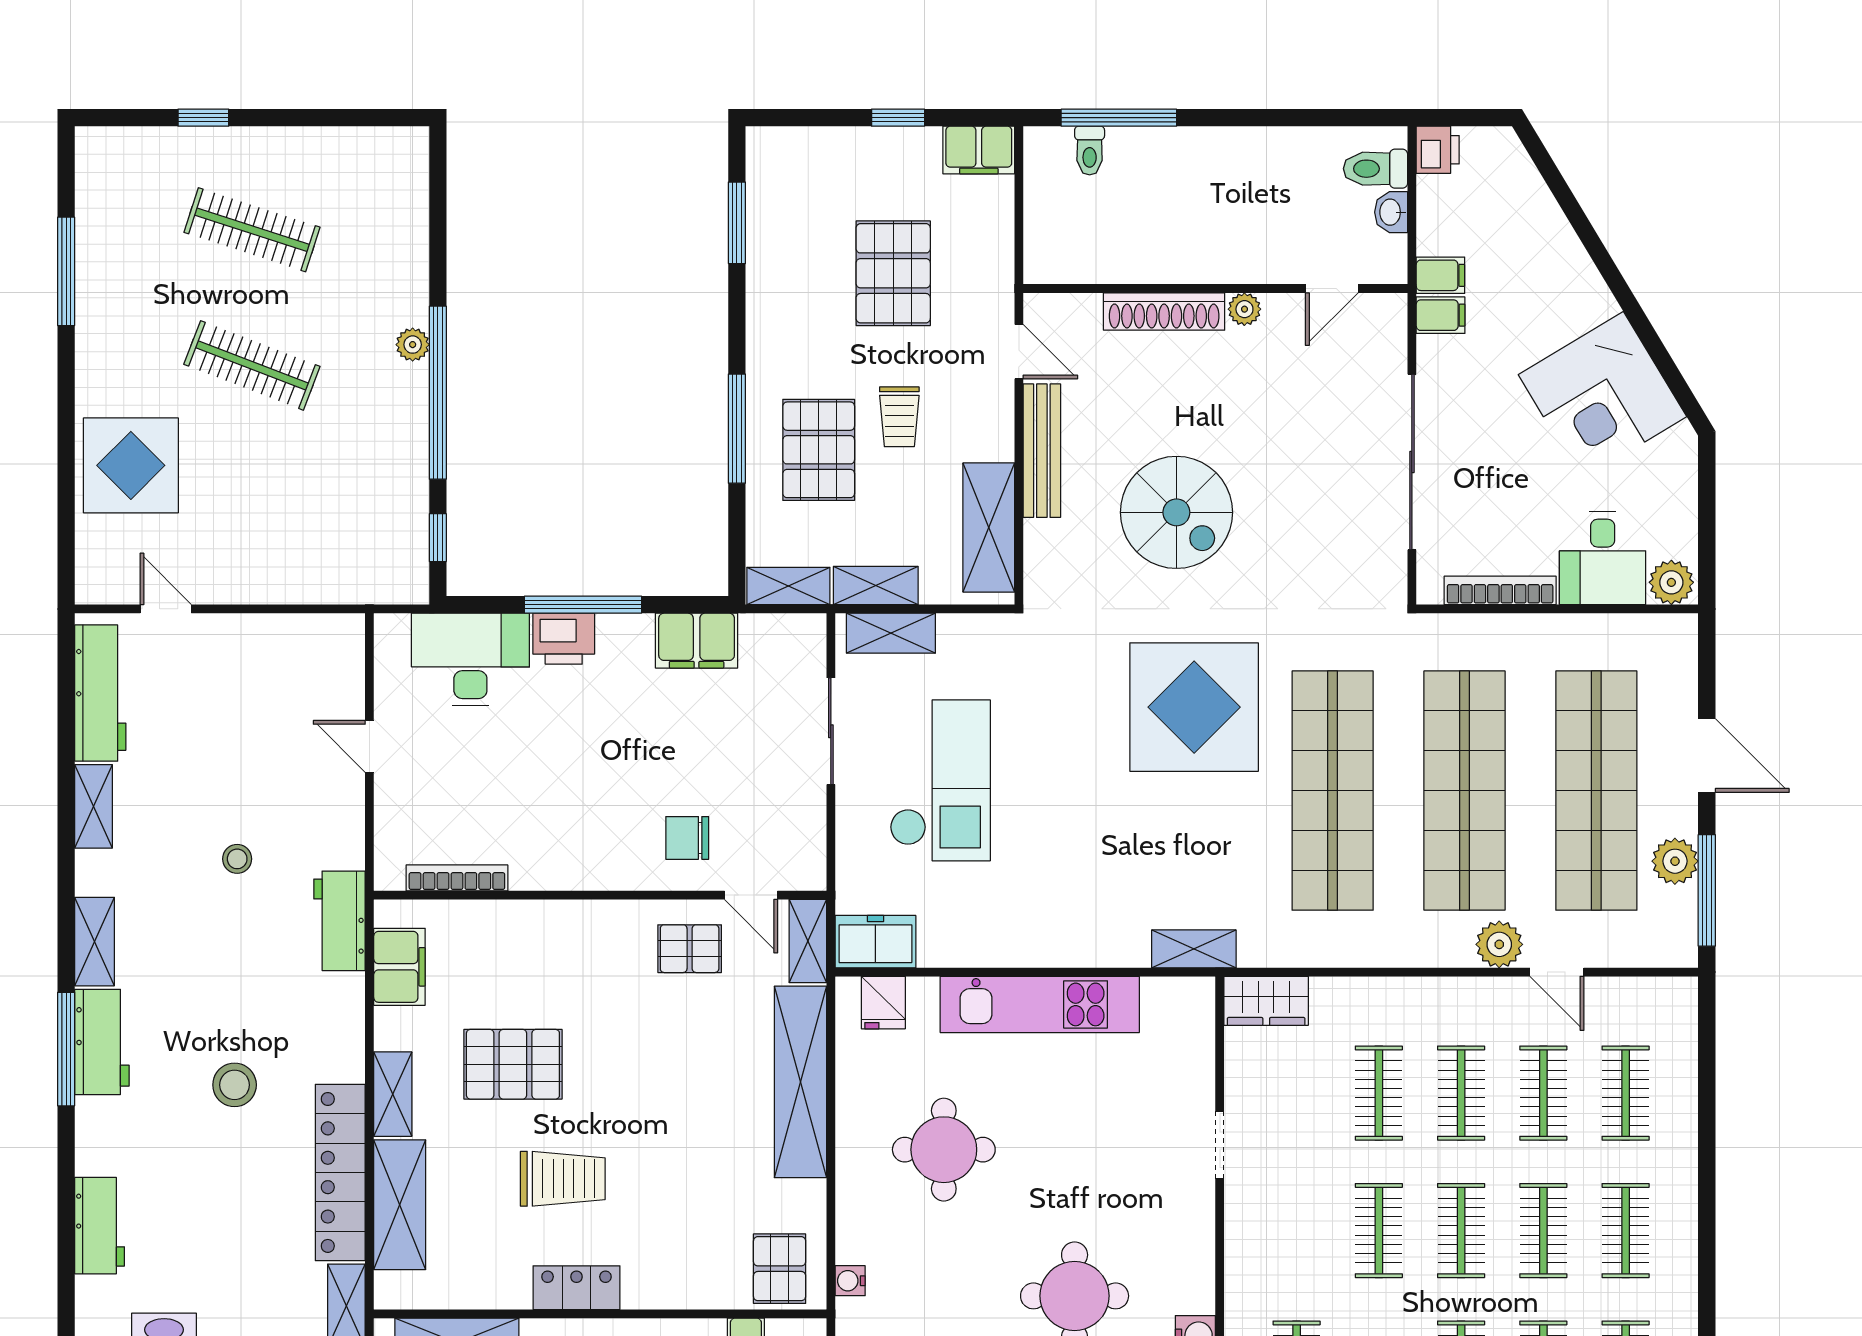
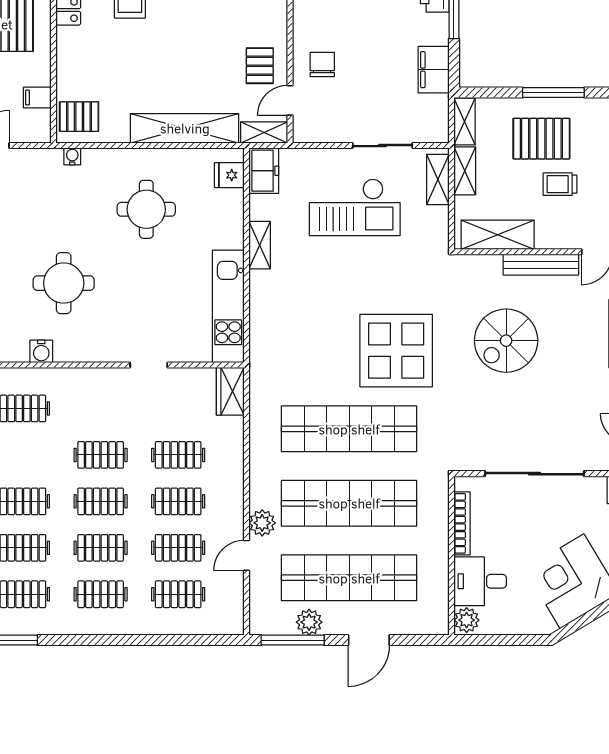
shelving: (1194, 949) -> (260, 245), moved
kitchen unit: (1040, 1004) -> (228, 306), moved

